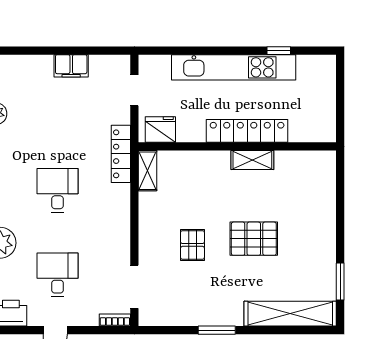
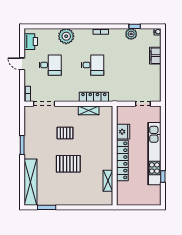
filing cabinet: (71, 66) -> (155, 56), moved
fridge: (160, 130) -> (123, 132), moved
locker: (121, 154) -> (94, 97), moved
shelving: (252, 160) -> (108, 181), moved
shelving: (148, 171) -> (89, 110), moved
pallet: (254, 239) -> (68, 164), turned 90

